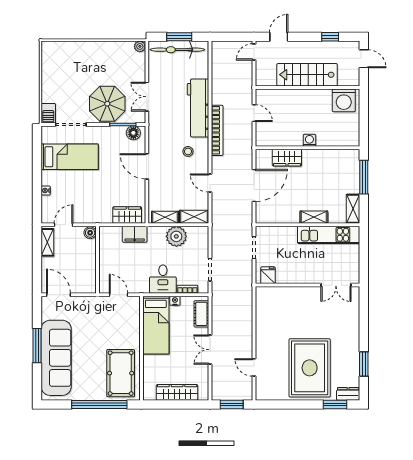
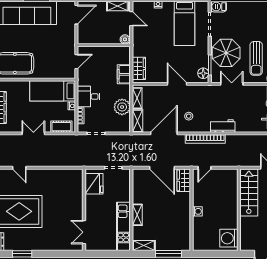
sun lounger: (114, 65) -> (256, 58), added
stairs: (307, 75) -> (249, 192), moved
workbench: (198, 108) -> (223, 126), width x0.53, depth x0.76
door: (254, 113) -> (204, 168), moved
wardrobe: (287, 158) -> (184, 180), moved
door: (147, 166) -> (177, 84), hinge flipped
door: (210, 183) -> (164, 133), width x1.88
fridge: (268, 275) -> (94, 184), width x1.88, depth x1.34
door: (254, 367) -> (19, 168), swing flipped

